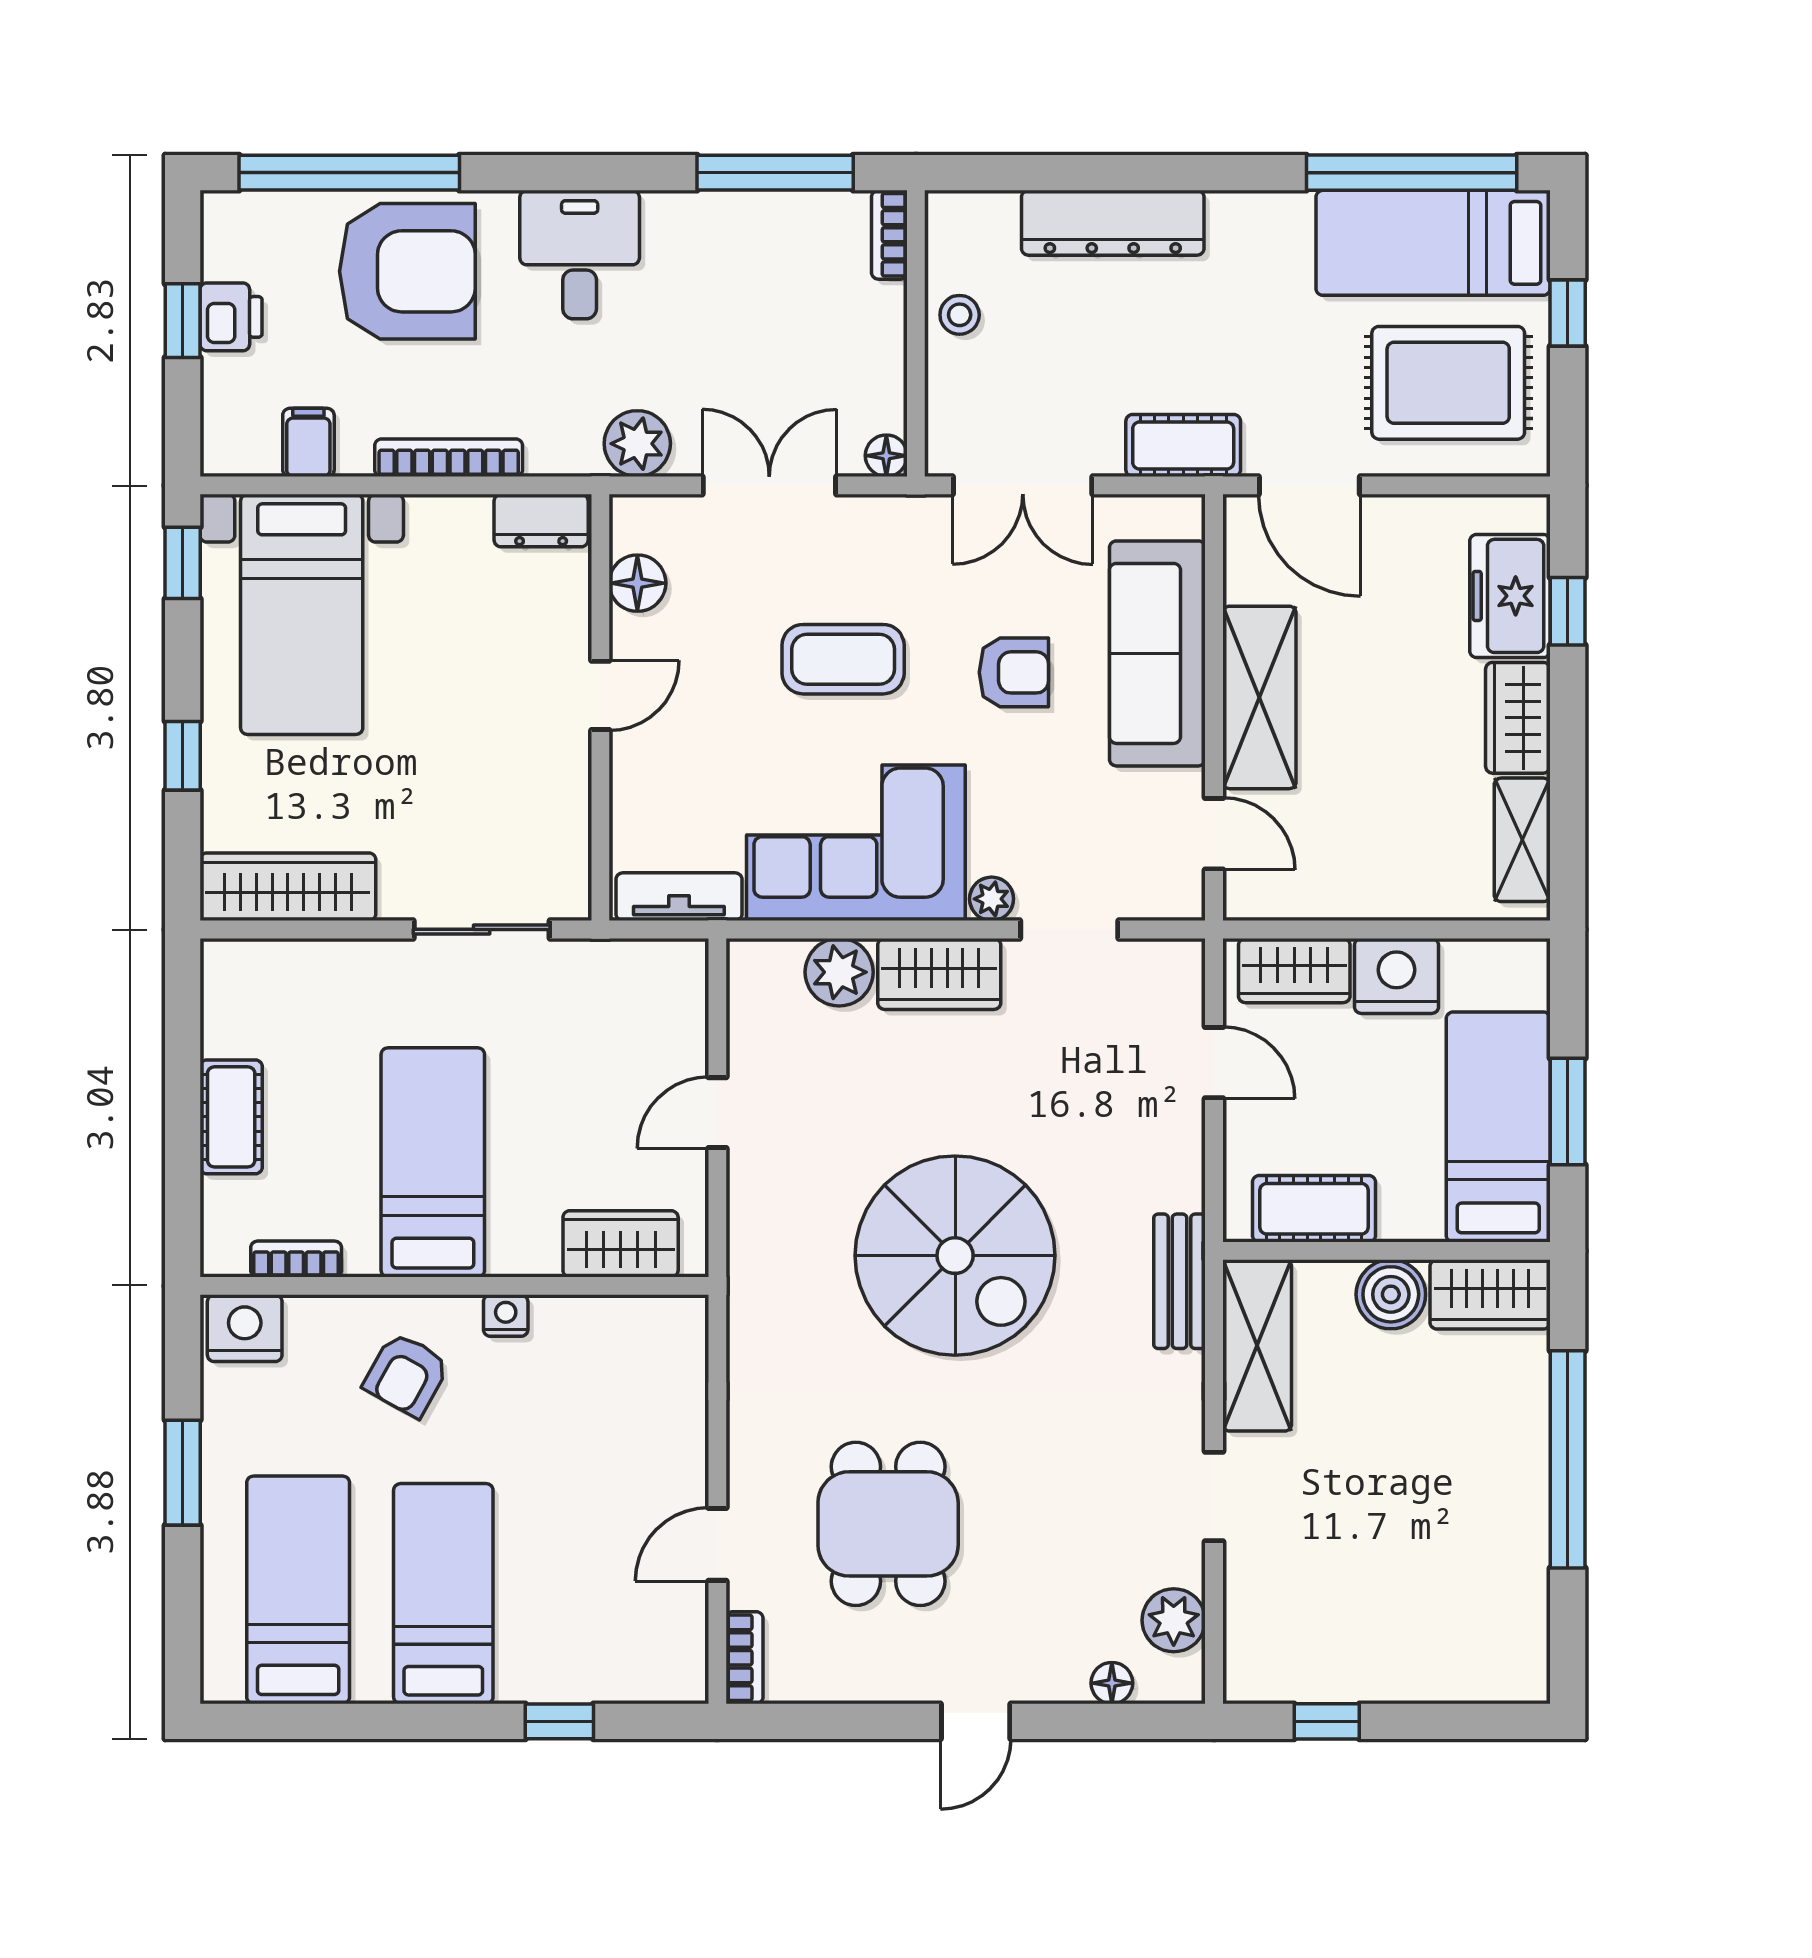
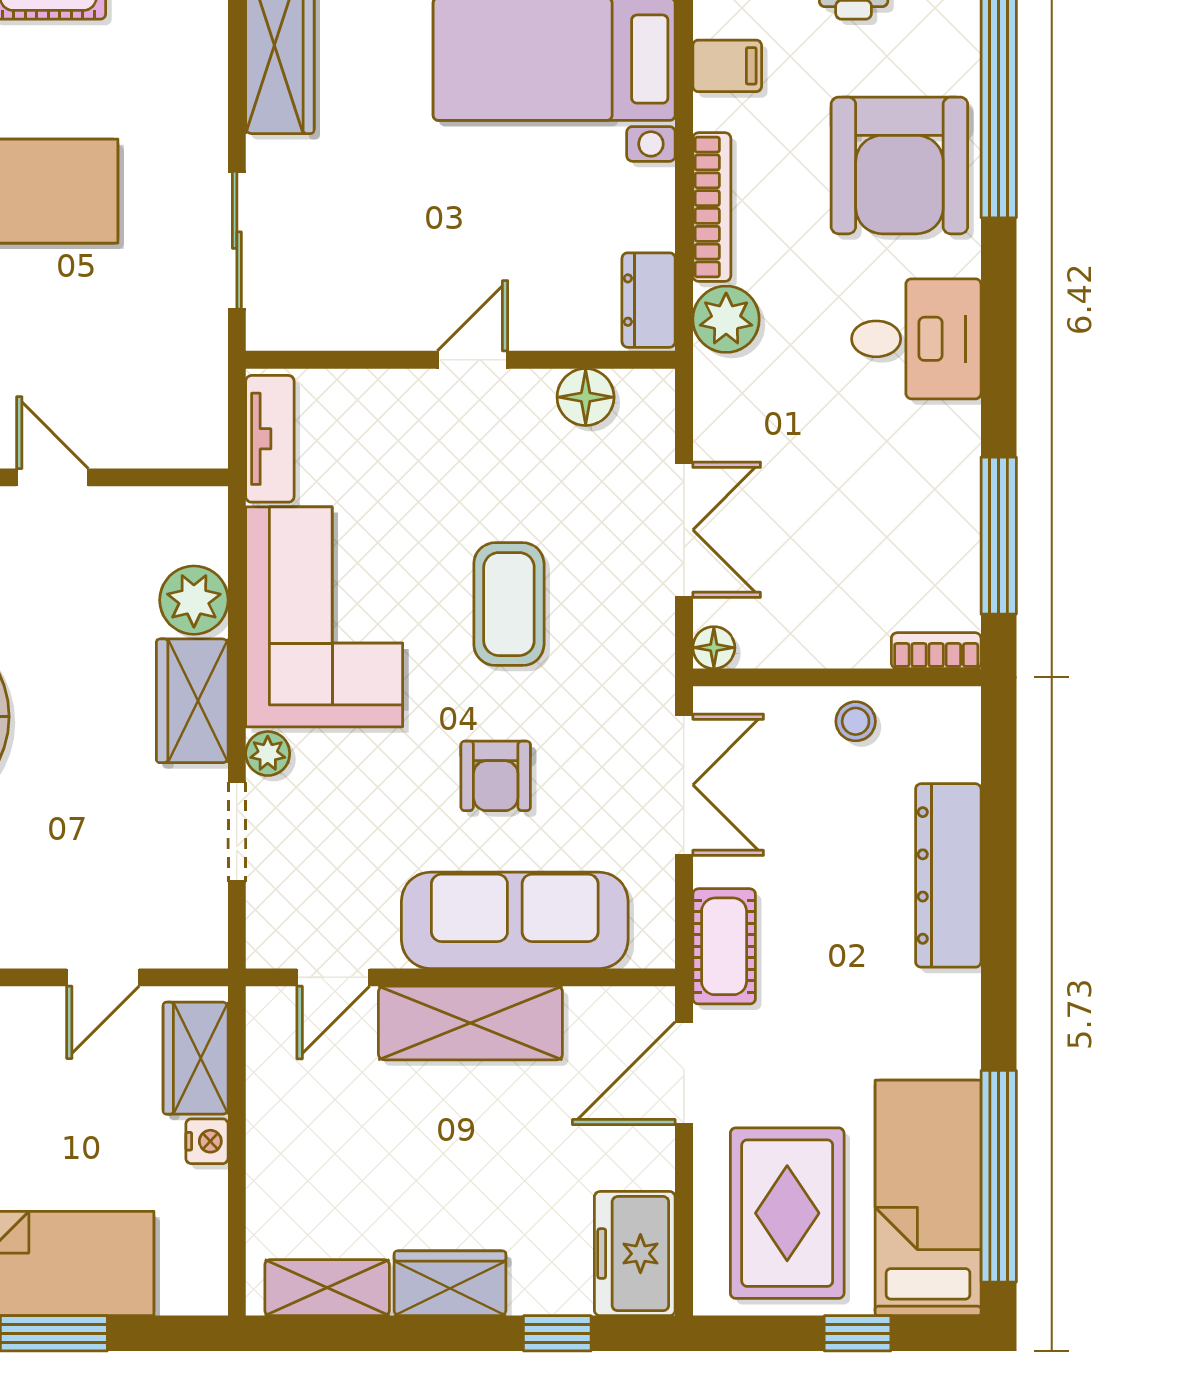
plant: (637, 444) -> (726, 319), moved
double door: (1023, 485) -> (684, 785), swing flipped
freezer: (1510, 596) -> (635, 1254), moved, turned -90
door: (600, 695) -> (472, 360), swing flipped
nightstand: (1397, 976) -> (207, 1141), width x0.53, depth x0.56

